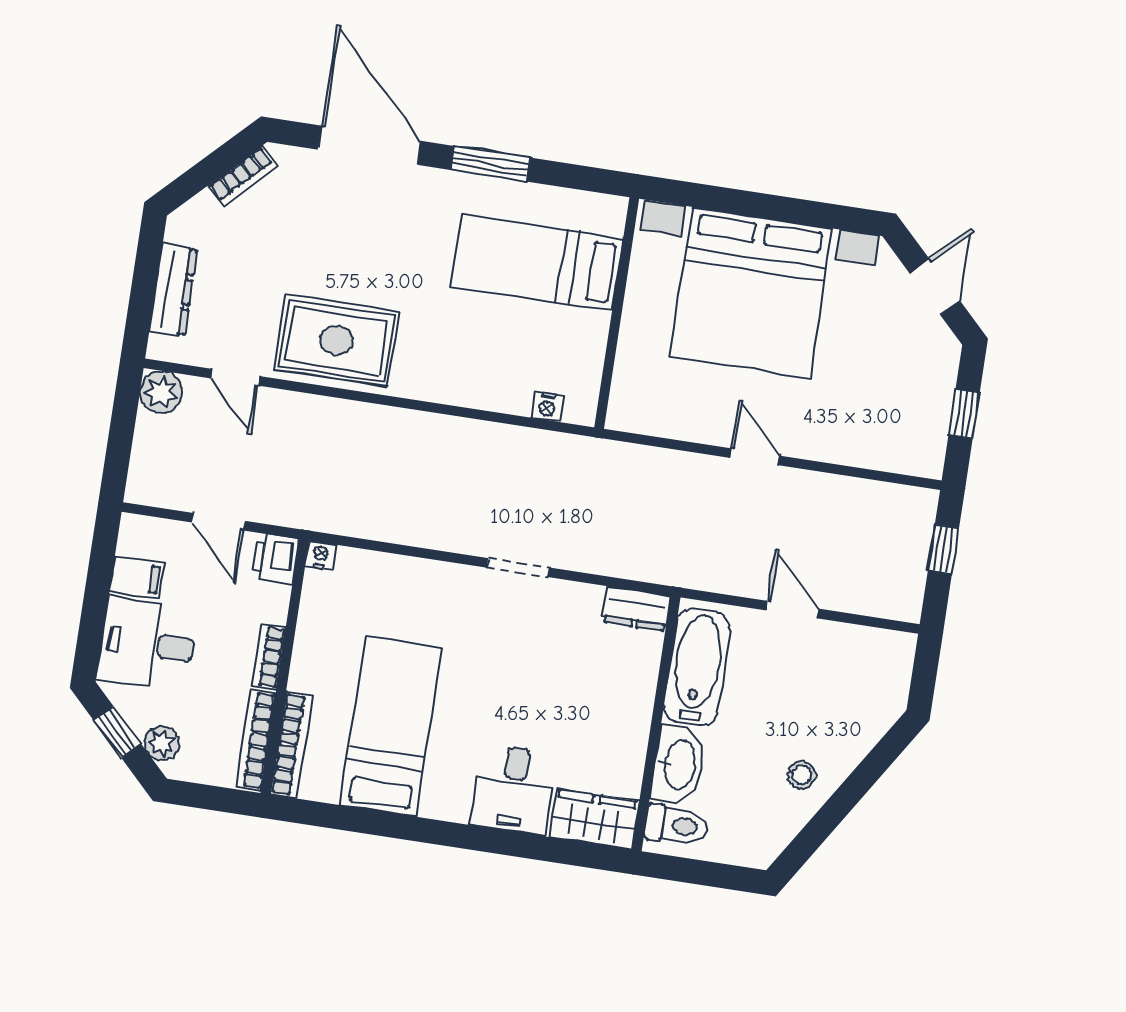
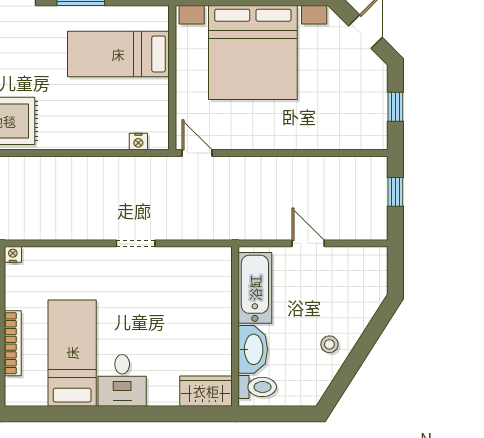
door: (755, 457) -> (197, 153), moved
dresser: (636, 609) -> (212, 258), removed
bookcase: (291, 745) -> (13, 343), moved
desk: (514, 790) -> (122, 380), moved

